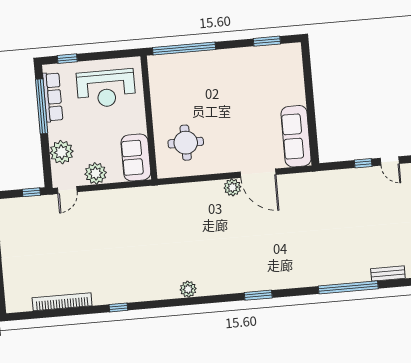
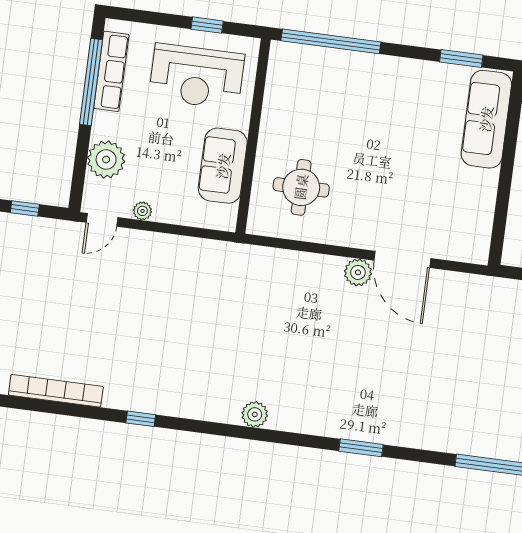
window: (67, 59) -> (207, 25), moved
sofa: (296, 136) -> (486, 119), moved
sofa: (136, 157) -> (223, 166), moved
plant: (96, 173) -> (142, 211), width x0.53, depth x0.53
window: (31, 192) -> (25, 208), moved

